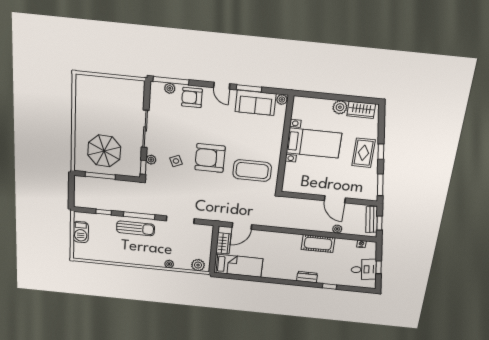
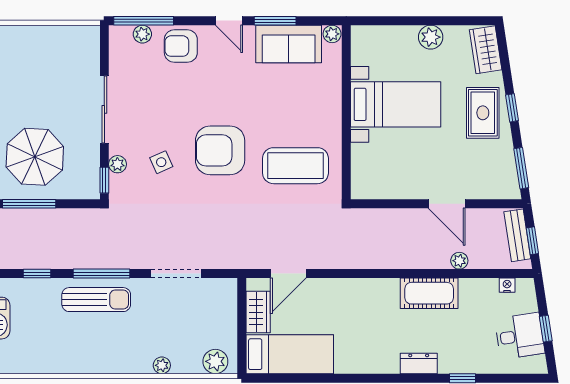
wardrobe: (361, 110) -> (486, 50), moved, turned 81

